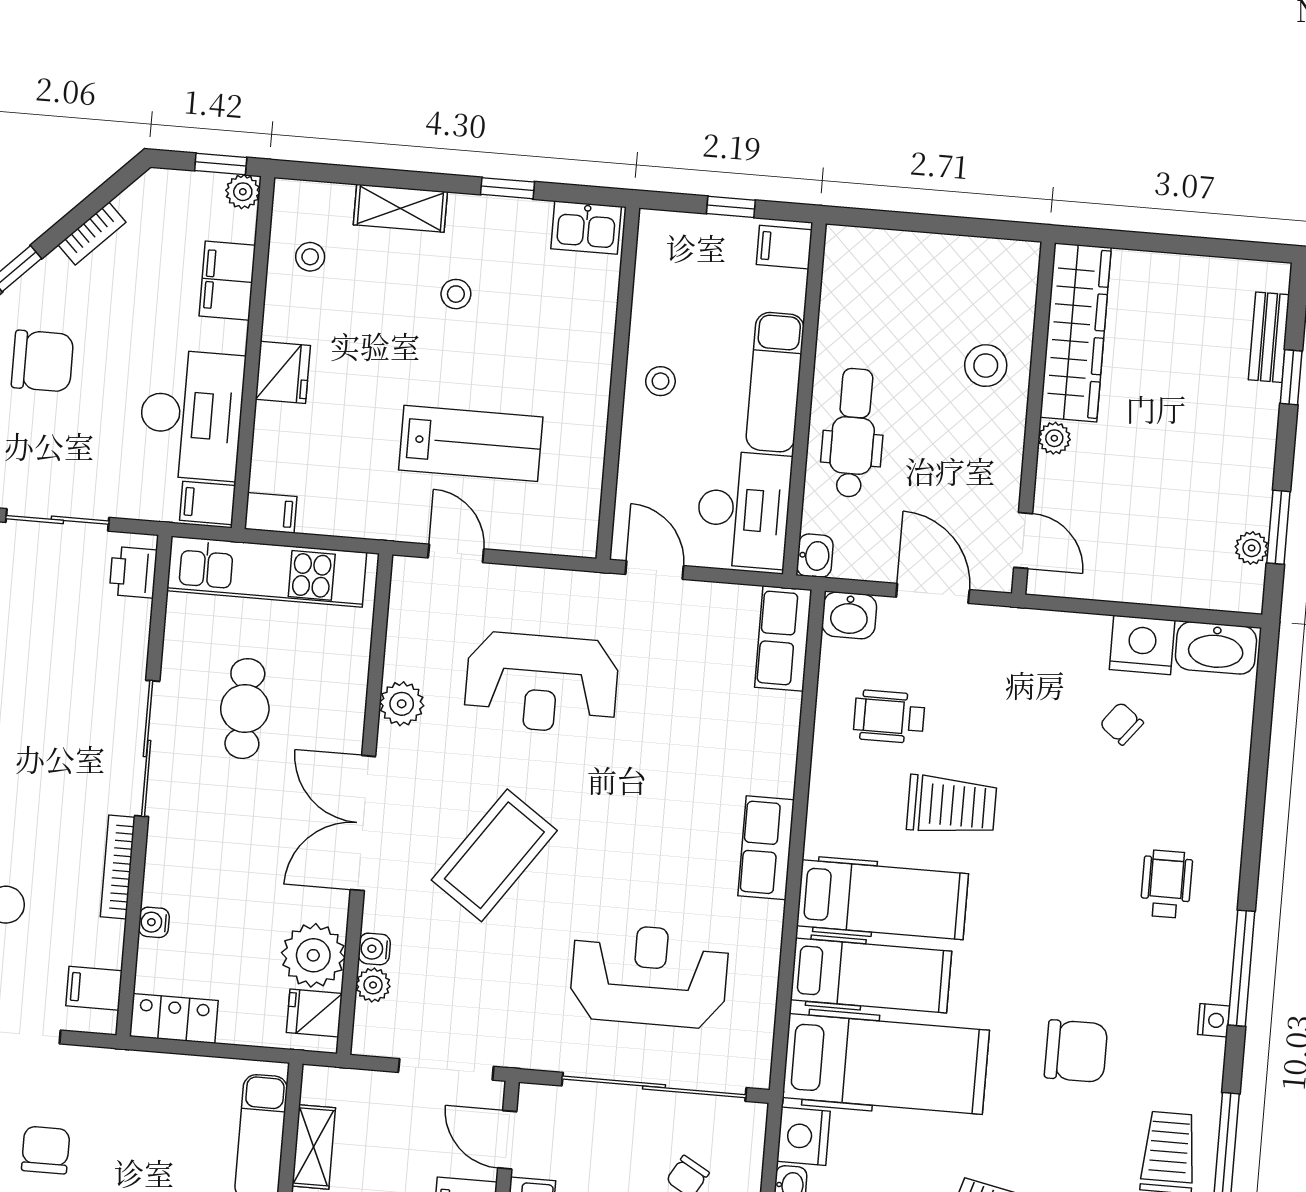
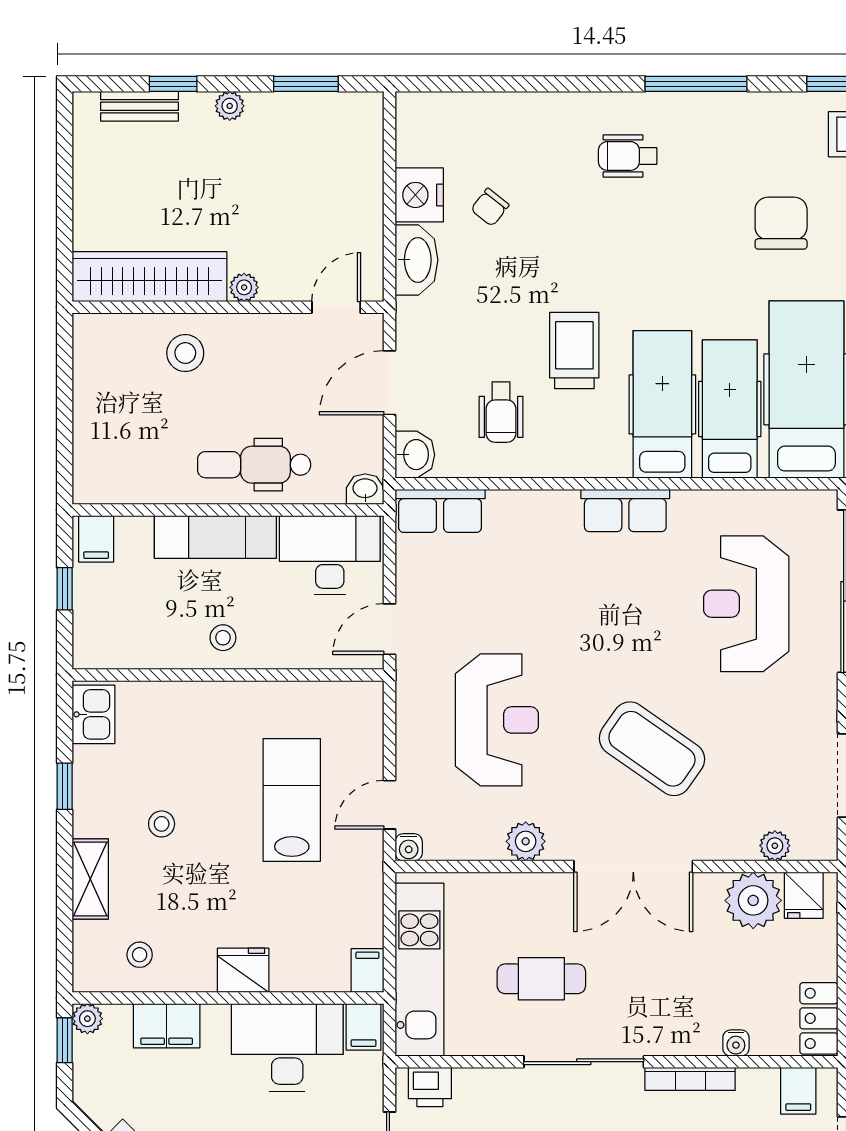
plant: (1252, 548) -> (230, 106), moved
washbasin: (1216, 648) -> (416, 260), moved
water cooler: (374, 949) -> (409, 847), moved
nightstand: (1214, 1020) -> (744, 104), removed

